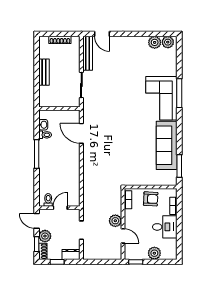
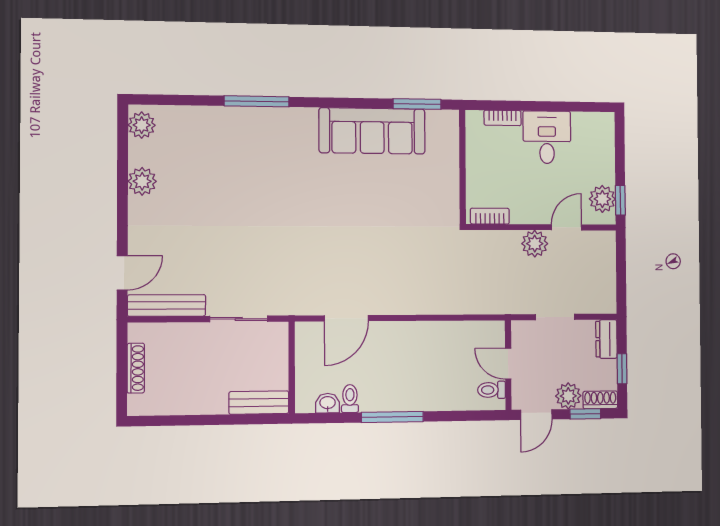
plant: (155, 42) -> (142, 181), moved
bench: (44, 72) -> (259, 403), moved
corner sofa: (161, 98) -> (269, 141), removed
armchair: (151, 199) -> (488, 167), removed
plant: (154, 253) -> (602, 199), moved

